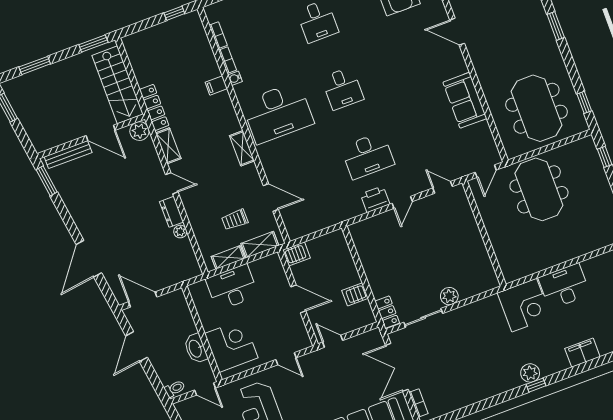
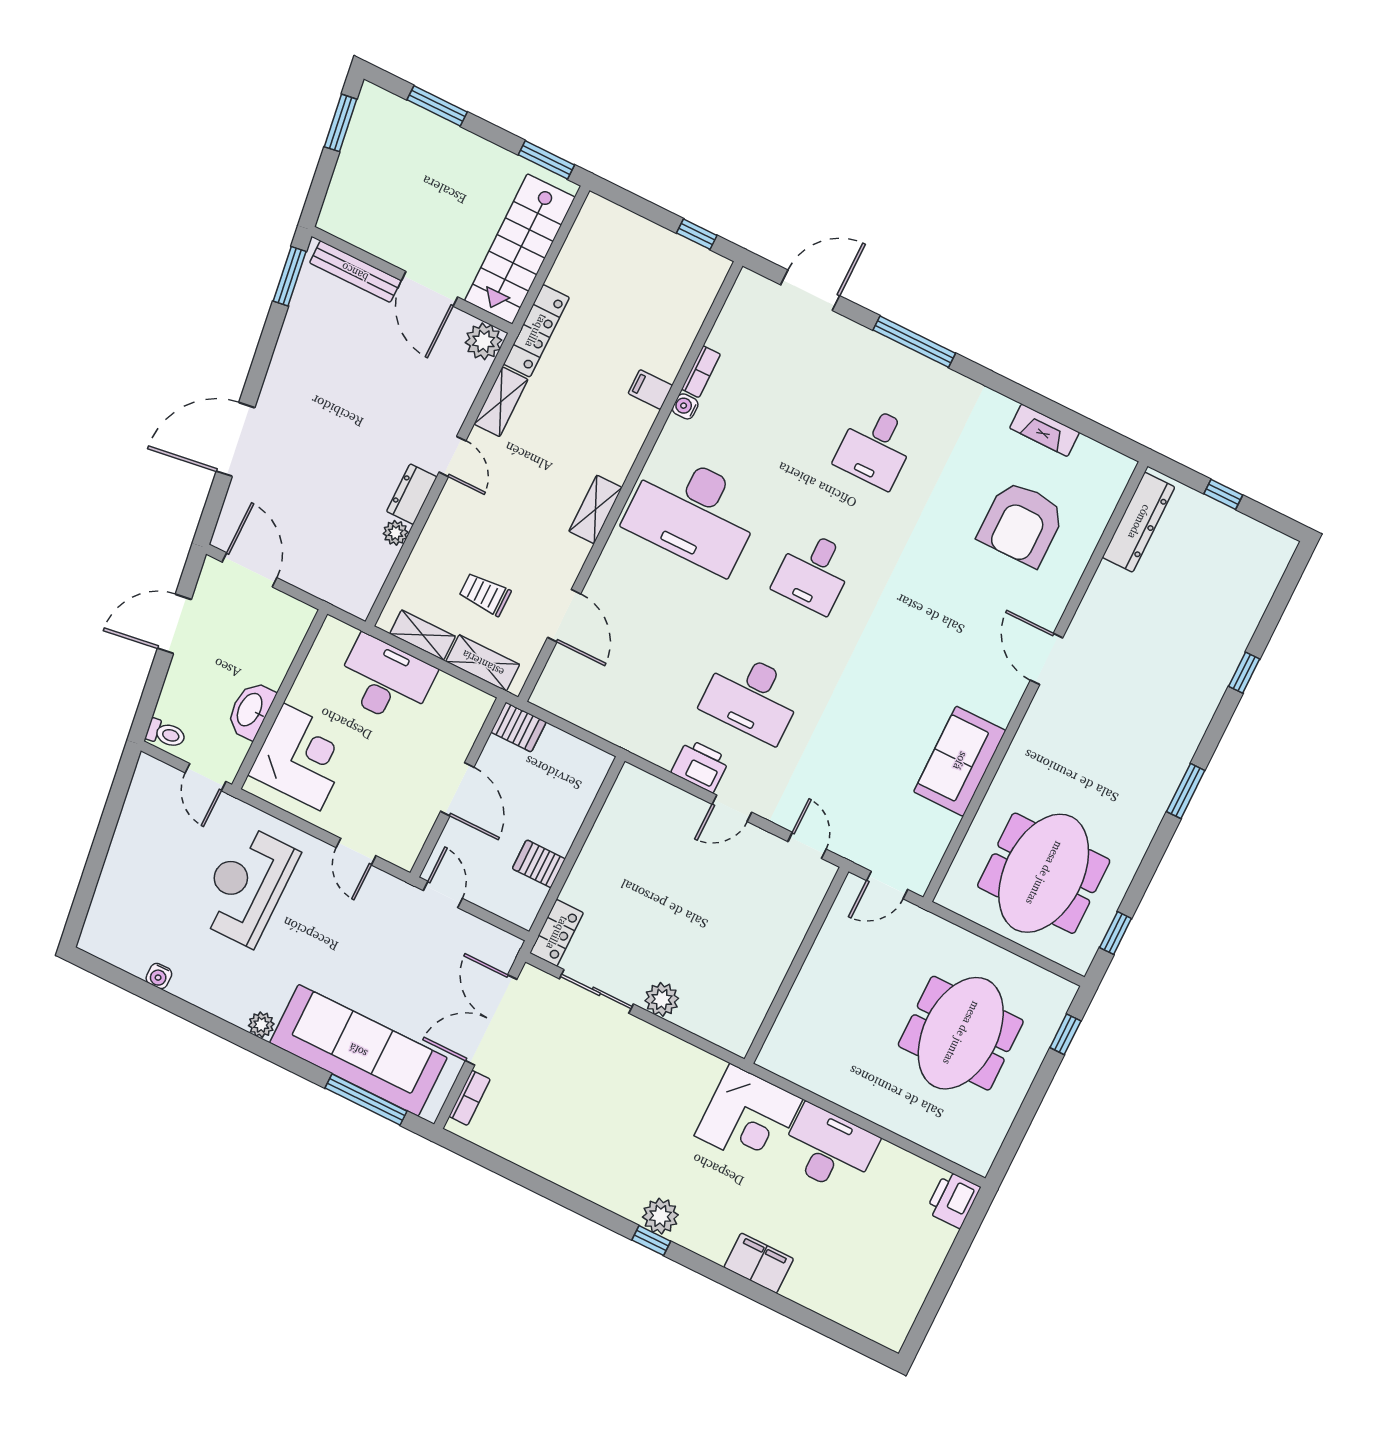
bookcase: (218, 35) -> (724, 325), removed
meeting table: (539, 189) -> (961, 1033), moved

